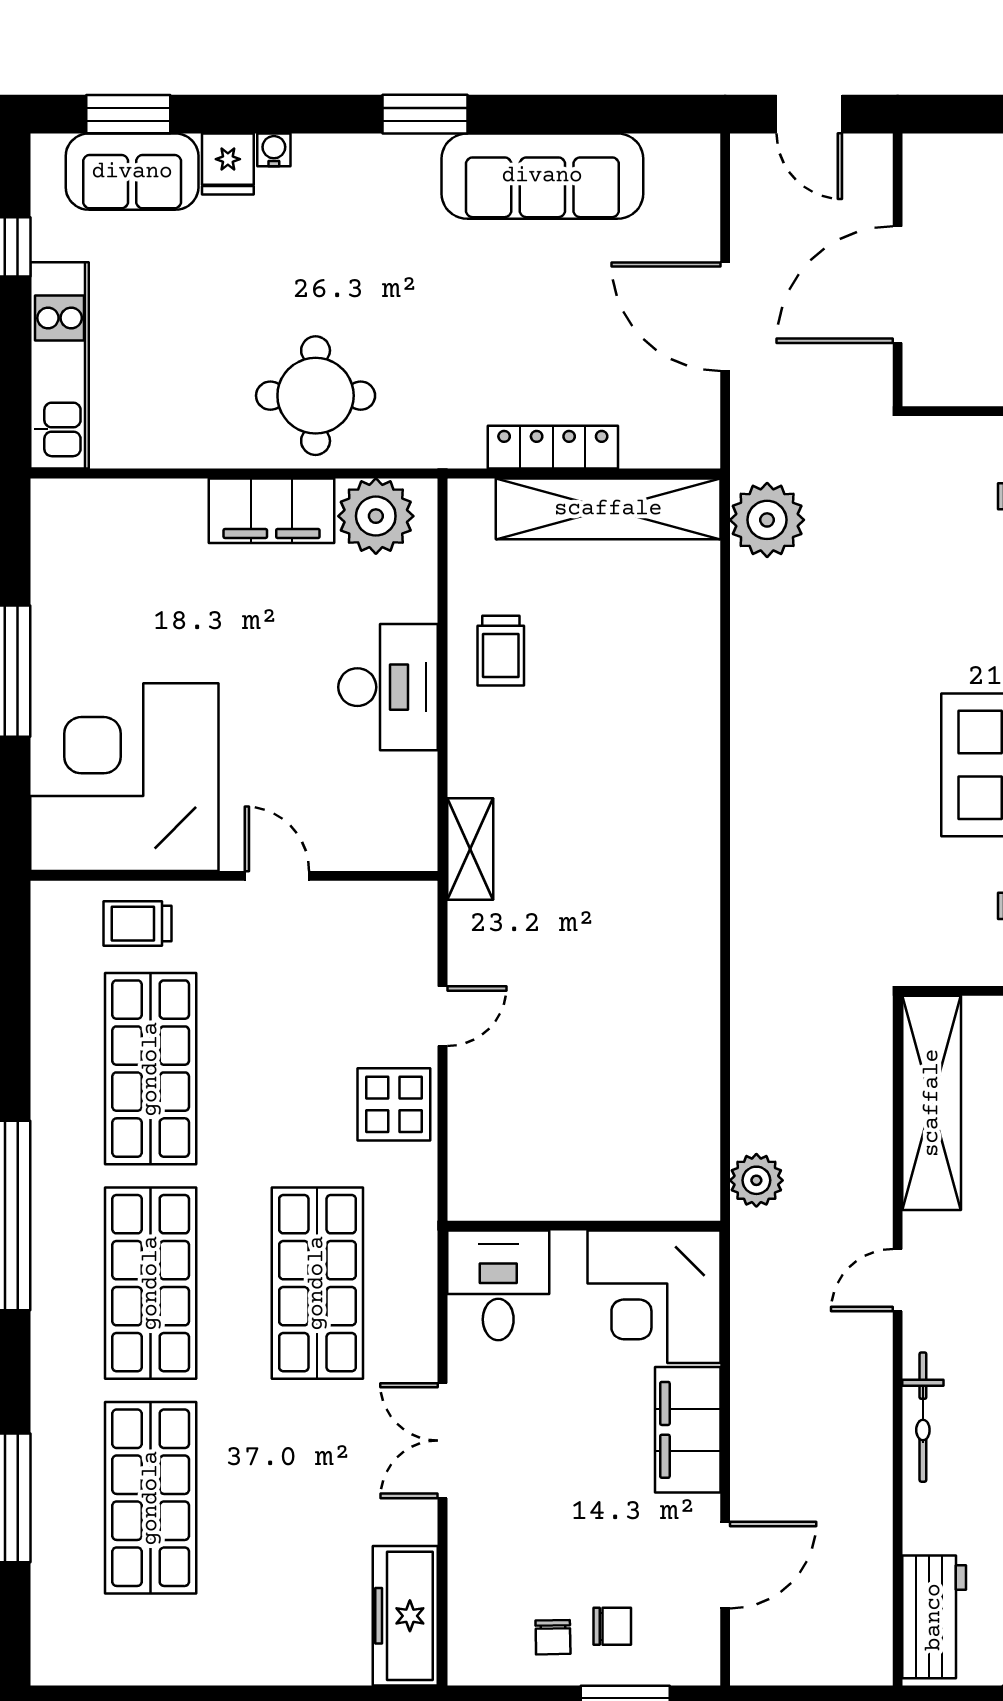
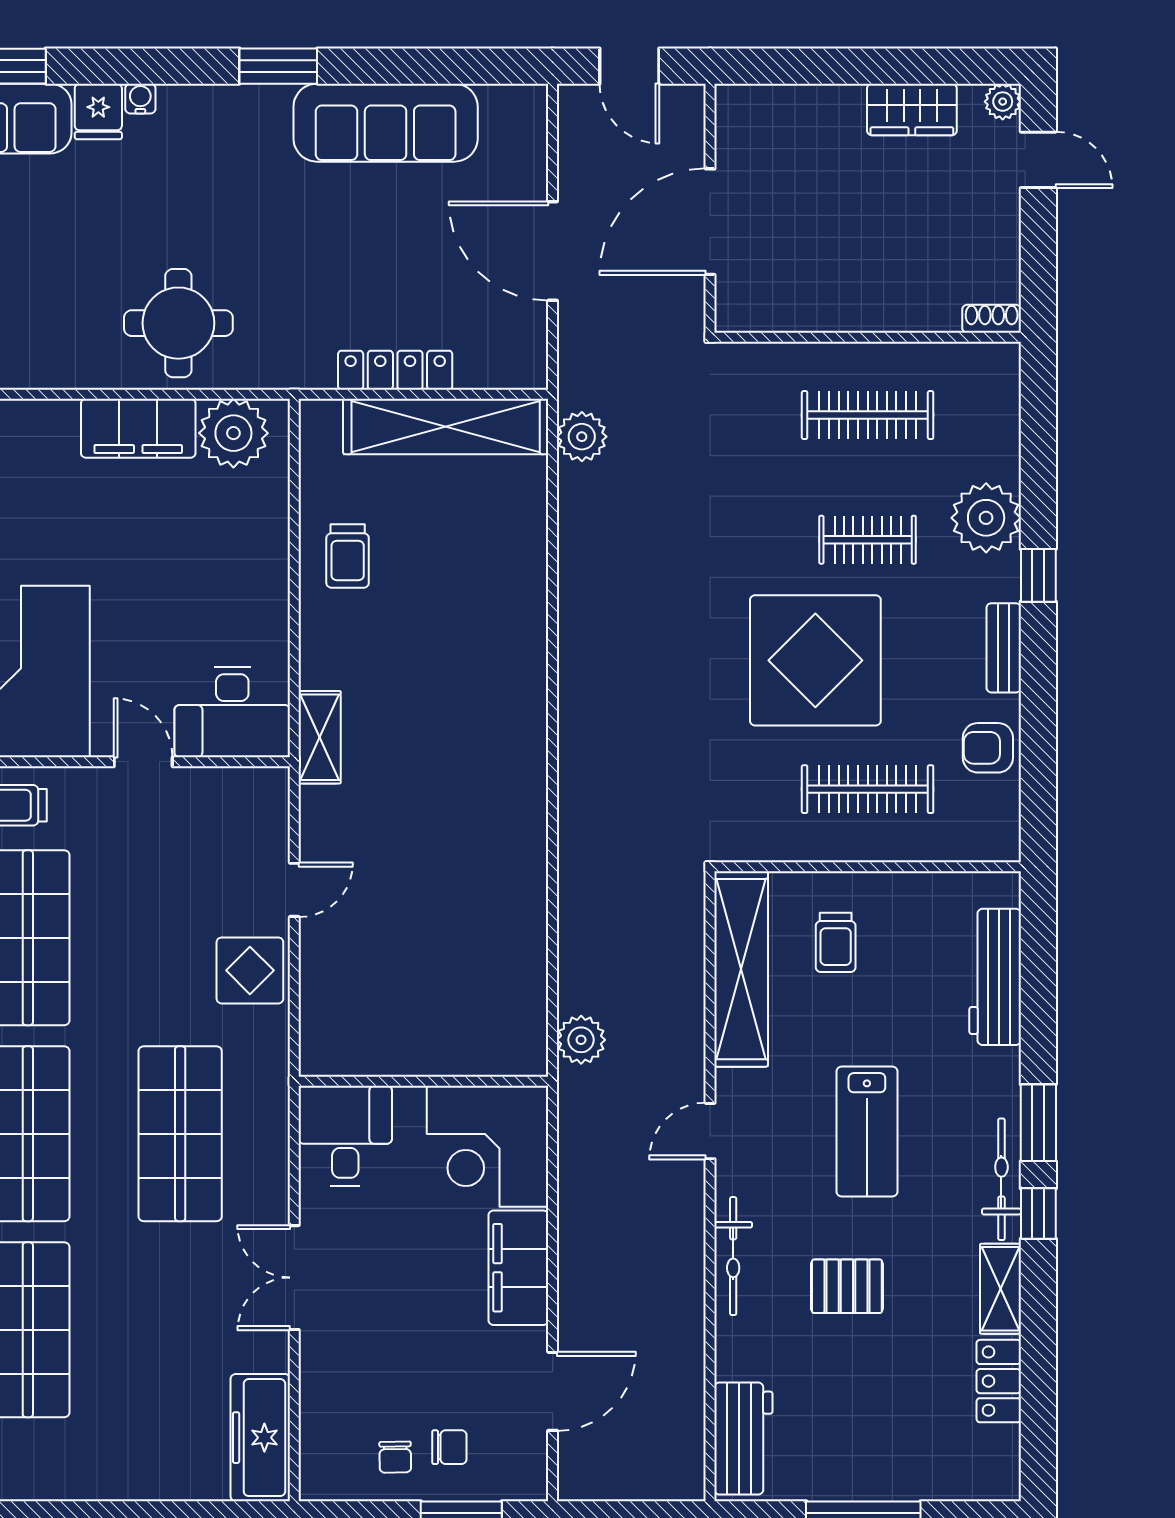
plant: (767, 520) -> (582, 437), width x0.73, depth x0.73
desk: (388, 687) -> (232, 712), moved, turned 90

